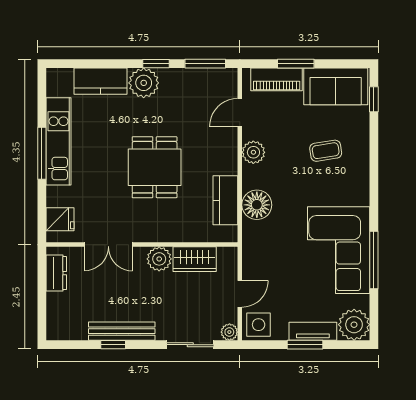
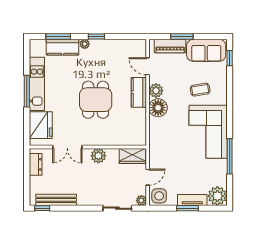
window: (205, 64) -> (58, 36), moved
plant: (144, 83) -> (85, 44), width x0.53, depth x0.53
door: (240, 113) -> (148, 66), hinge flipped
kitchen counter: (225, 200) -> (139, 92), moved
floor lamp: (257, 205) -> (158, 108), moved
fridge: (60, 219) -> (41, 125), width x1.88, depth x1.34
corner sofa: (339, 250) -> (208, 132), moved
wardrobe: (195, 259) -> (132, 156), moved
bench: (122, 331) -> (56, 200), moved
window: (113, 345) -> (42, 208), moved

